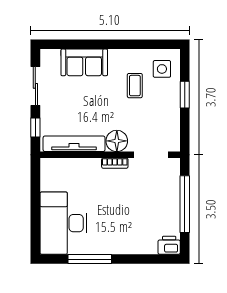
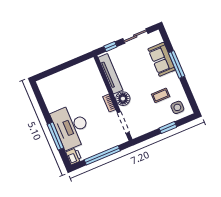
window: (100, 44) -> (177, 64), added
desk: (63, 223) -> (71, 127), moved, turned -90
window: (90, 259) -> (55, 136), moved

